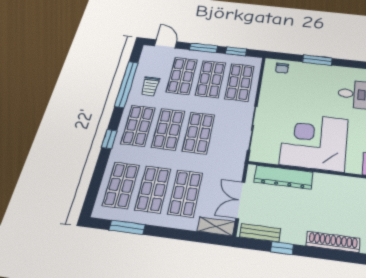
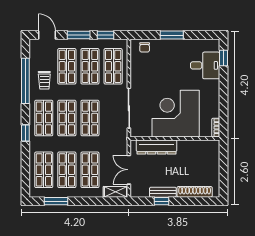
bench: (260, 233) -> (163, 192), moved

